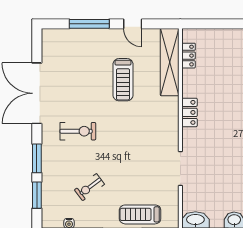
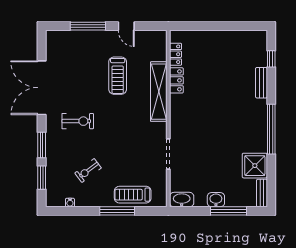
shelving: (170, 62) -> (159, 92), moved
locker: (189, 112) -> (176, 80), moved

